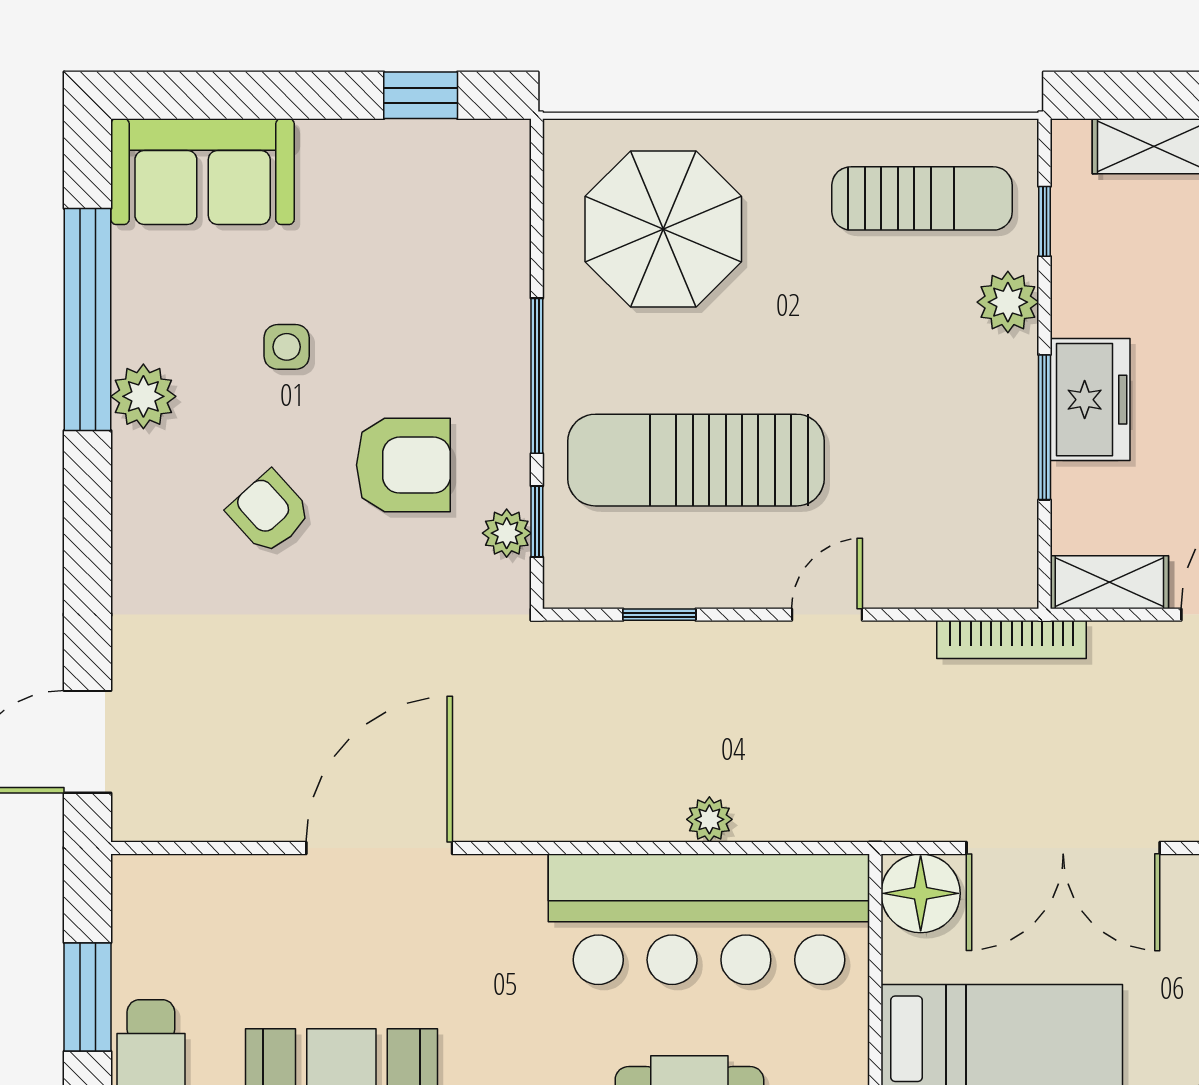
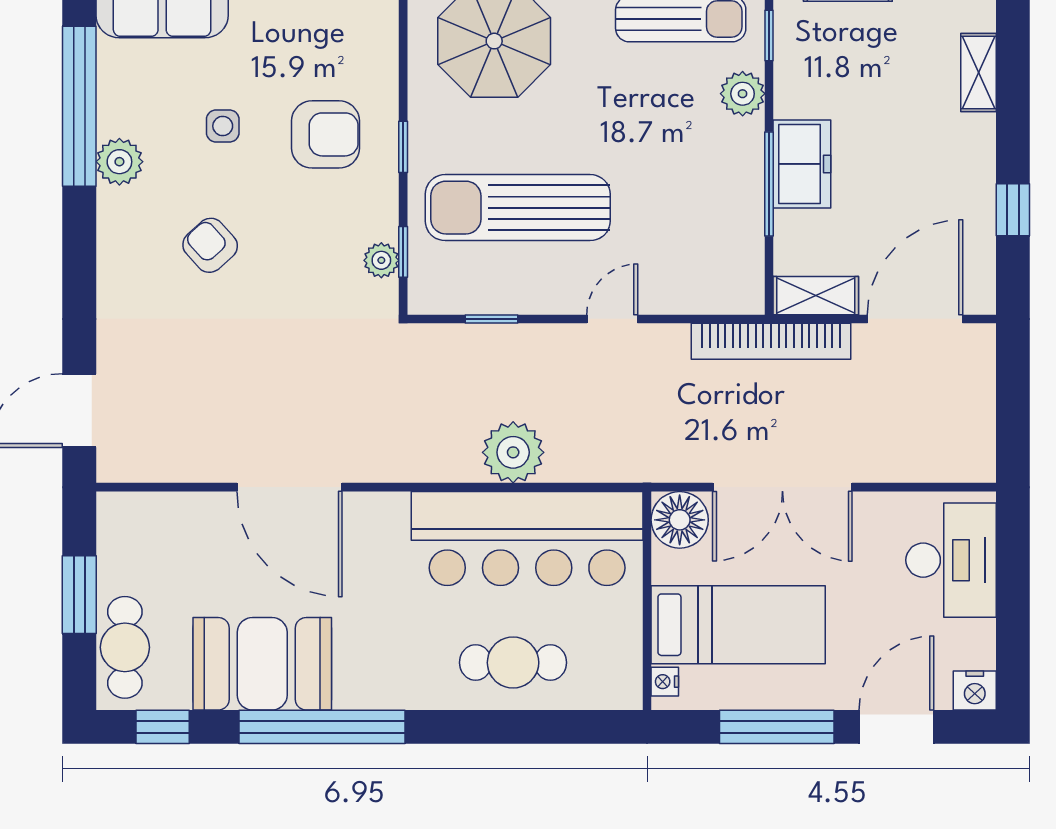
window: (537, 376) -> (403, 147), width x0.46
armchair: (403, 465) -> (326, 134), moved
bookcase: (1012, 640) -> (771, 341), width x1.48, depth x1.31
plant: (709, 819) -> (513, 452), width x1.88, depth x1.88
door: (379, 848) -> (289, 487), swing flipped

